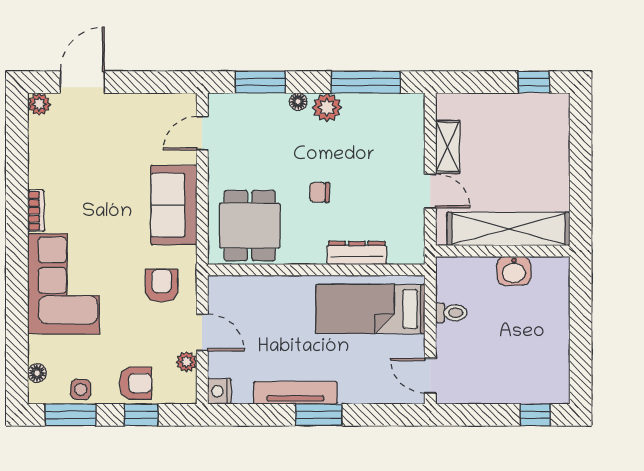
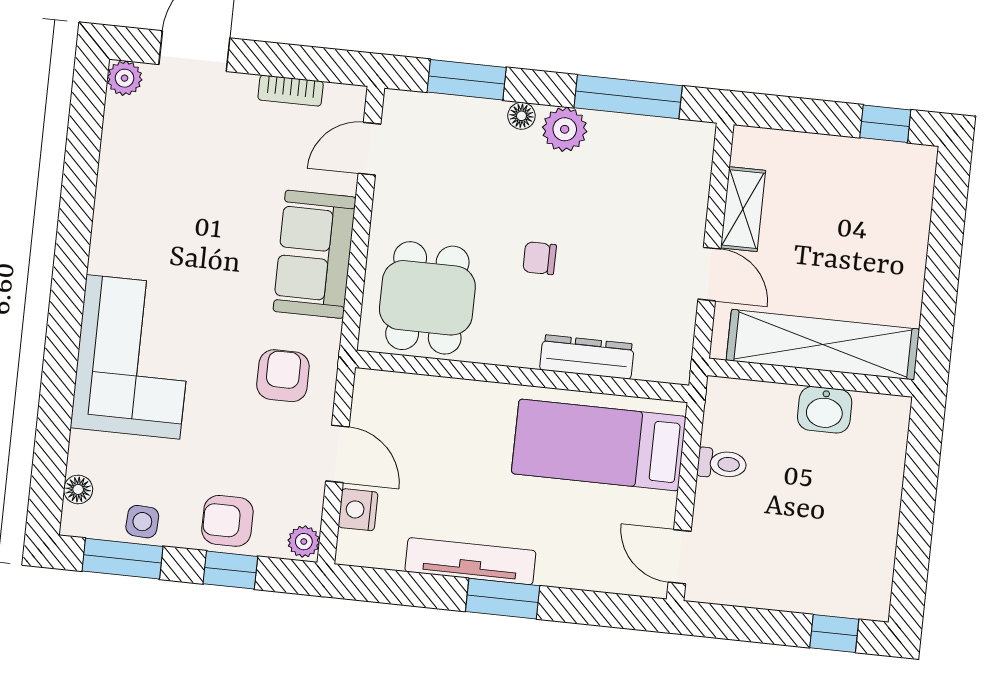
bookcase: (36, 211) -> (291, 91), moved, turned 90
plant: (186, 362) -> (304, 542), moved
armchair: (136, 383) -> (227, 521), turned 180
nightstand: (219, 391) -> (358, 510), moved

